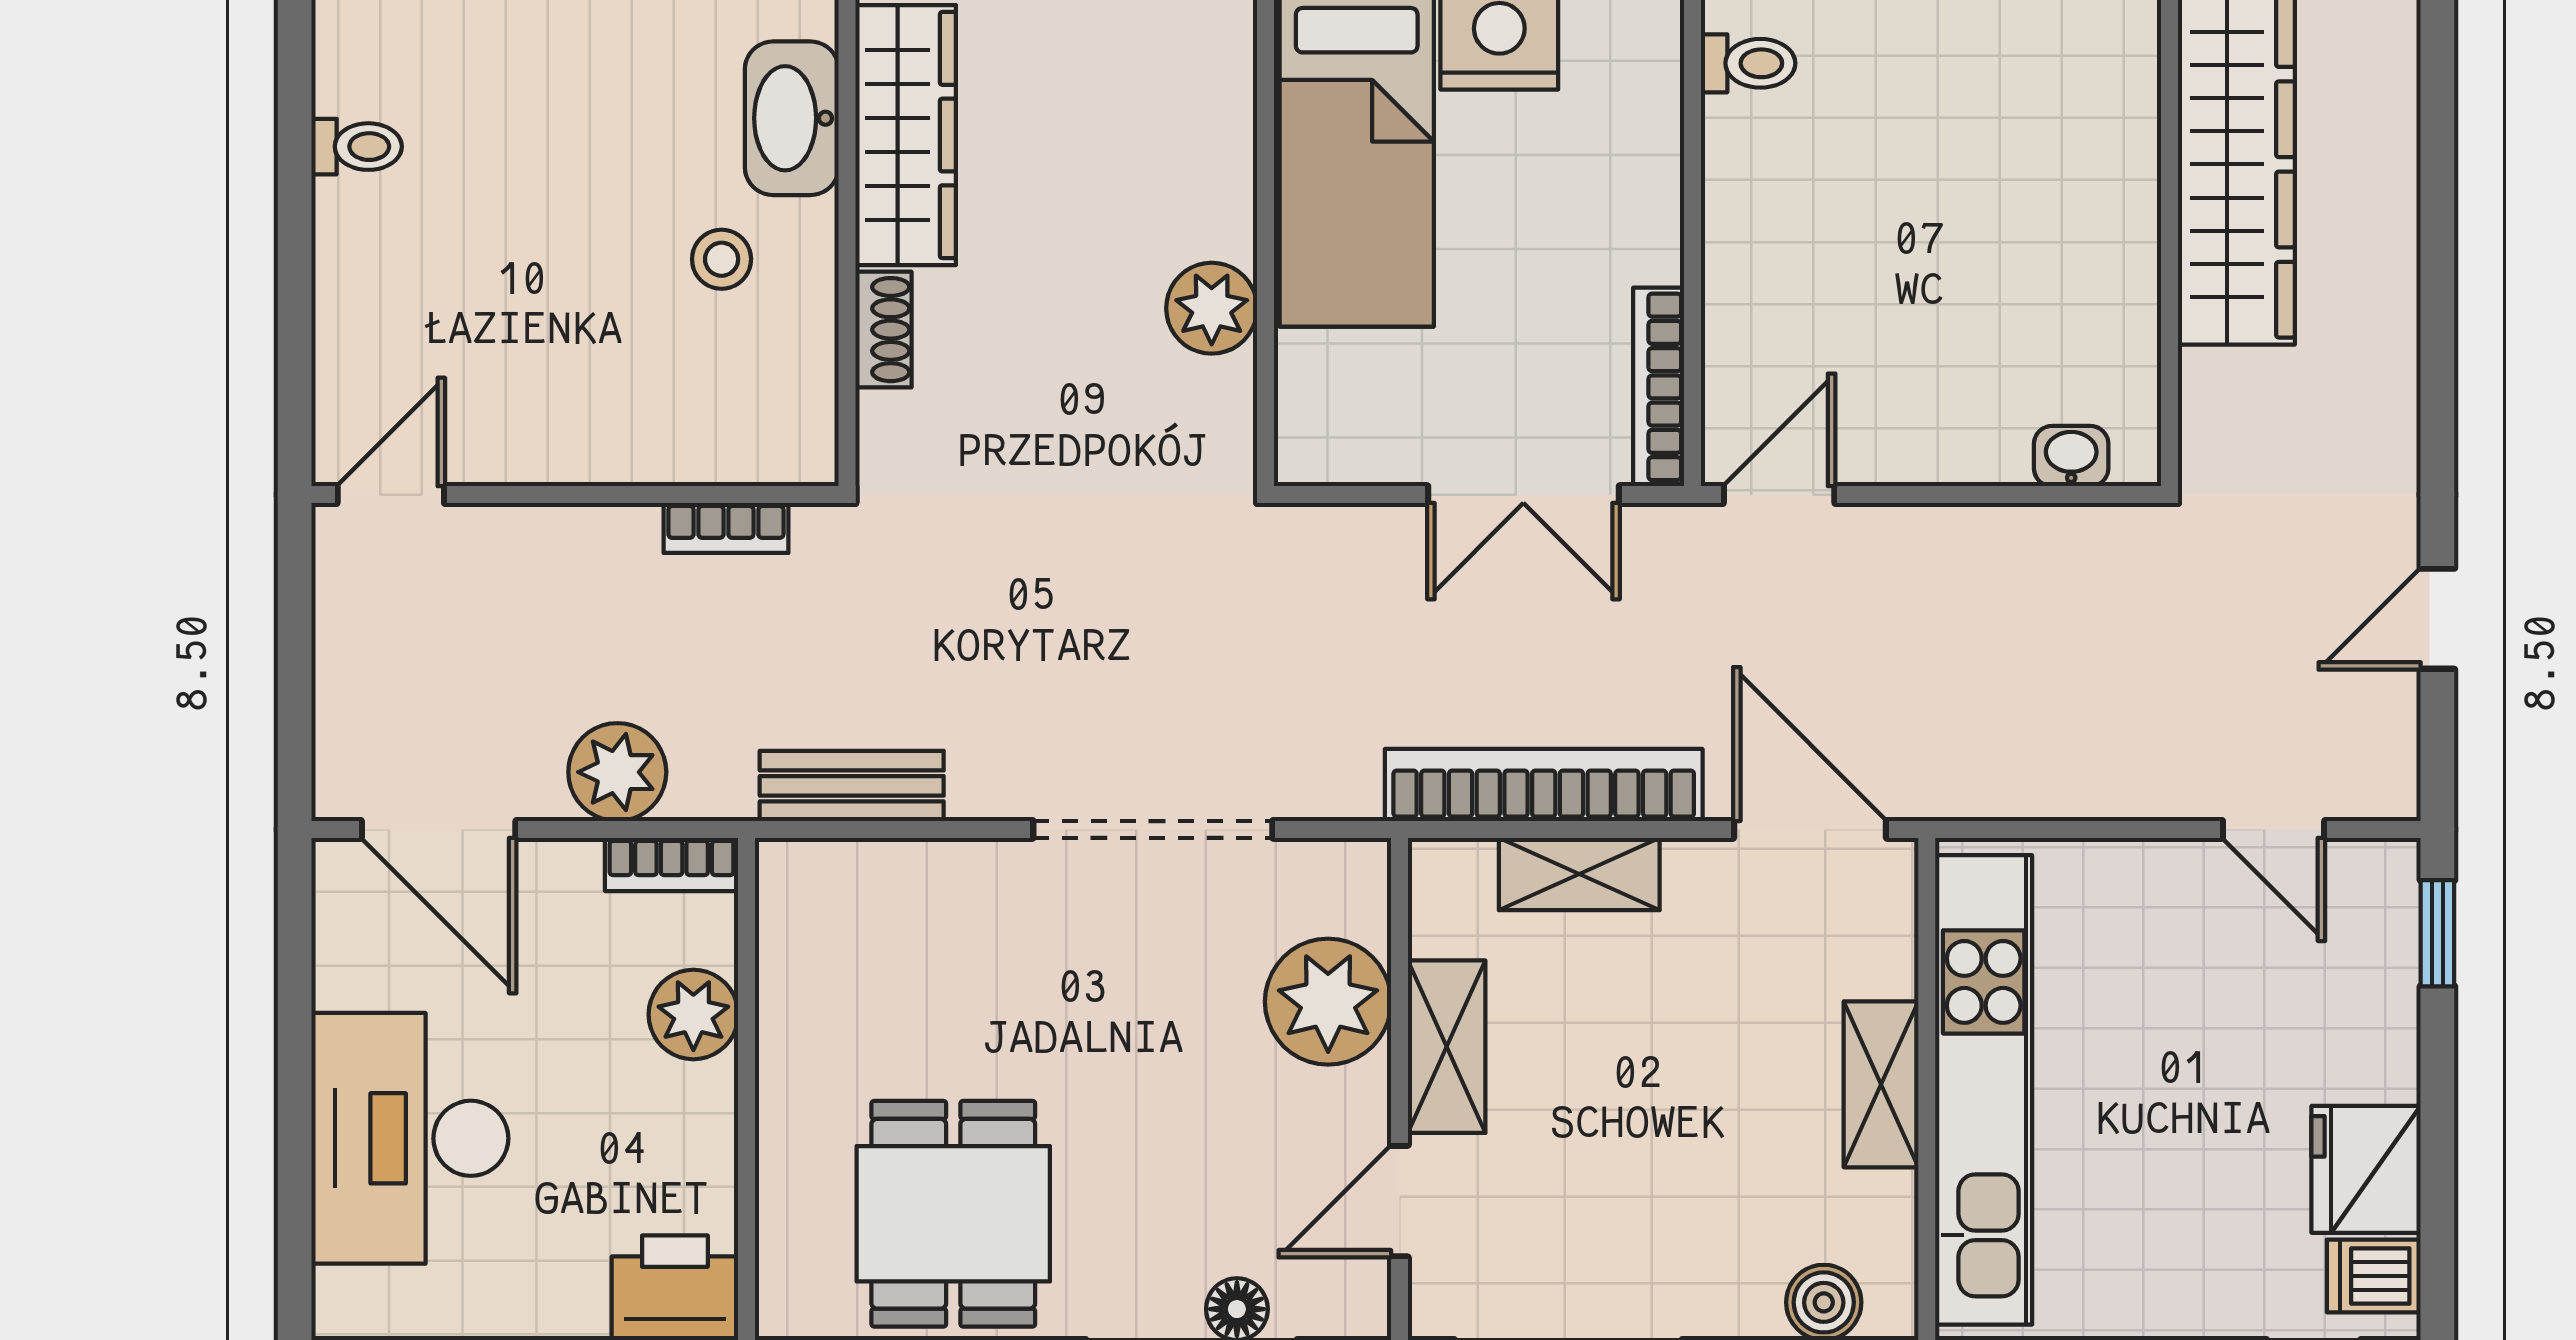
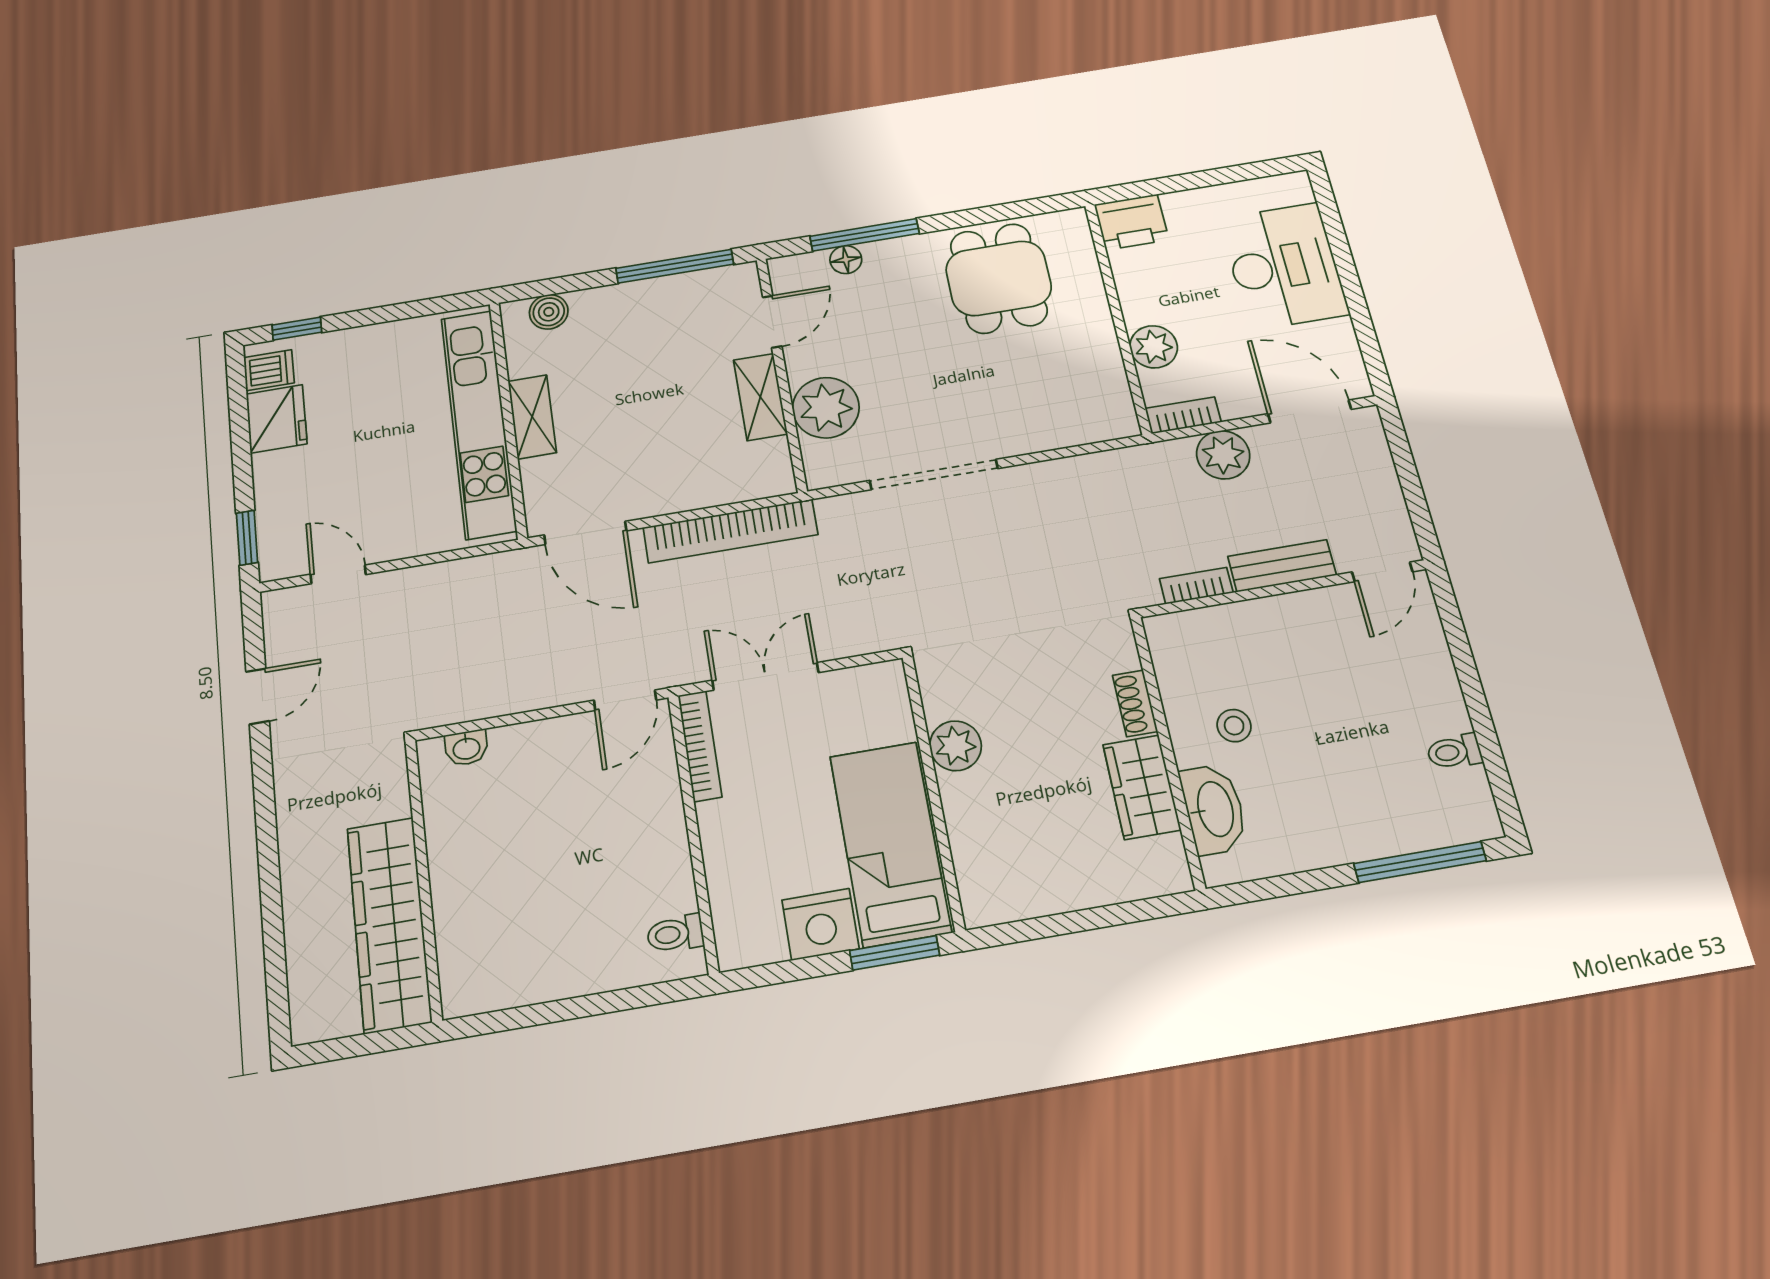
wardrobe: (906, 135) -> (1142, 787), width x0.67
bench: (852, 786) -> (1282, 566), moved
shelving: (1579, 874) -> (705, 491), removed

